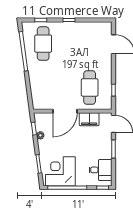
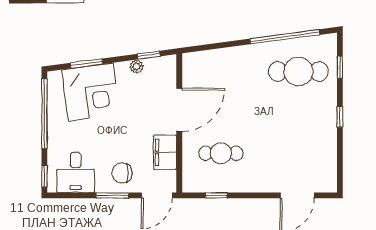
cafe table: (90, 88) -> (221, 153), width x0.73, depth x0.74
door: (65, 111) -> (179, 110), swing flipped
chair: (101, 144) -> (122, 173), added
corner desk: (60, 171) -> (91, 92), moved, turned 82

